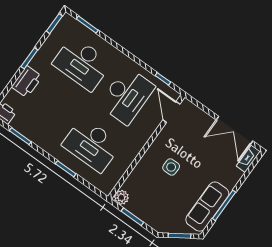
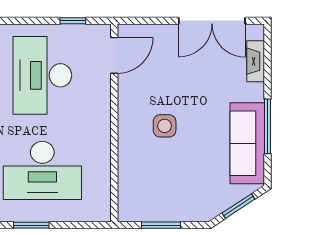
desk: (127, 96) -> (42, 75), turned 180
door: (171, 112) -> (114, 55), swing flipped
fireplace: (248, 159) -> (256, 61), moved
plant: (121, 197) -> (129, 210), removed

